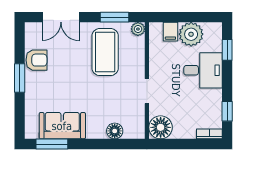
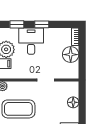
window: (227, 111) -> (42, 24), moved
floor lamp: (161, 127) -> (71, 55), moved

